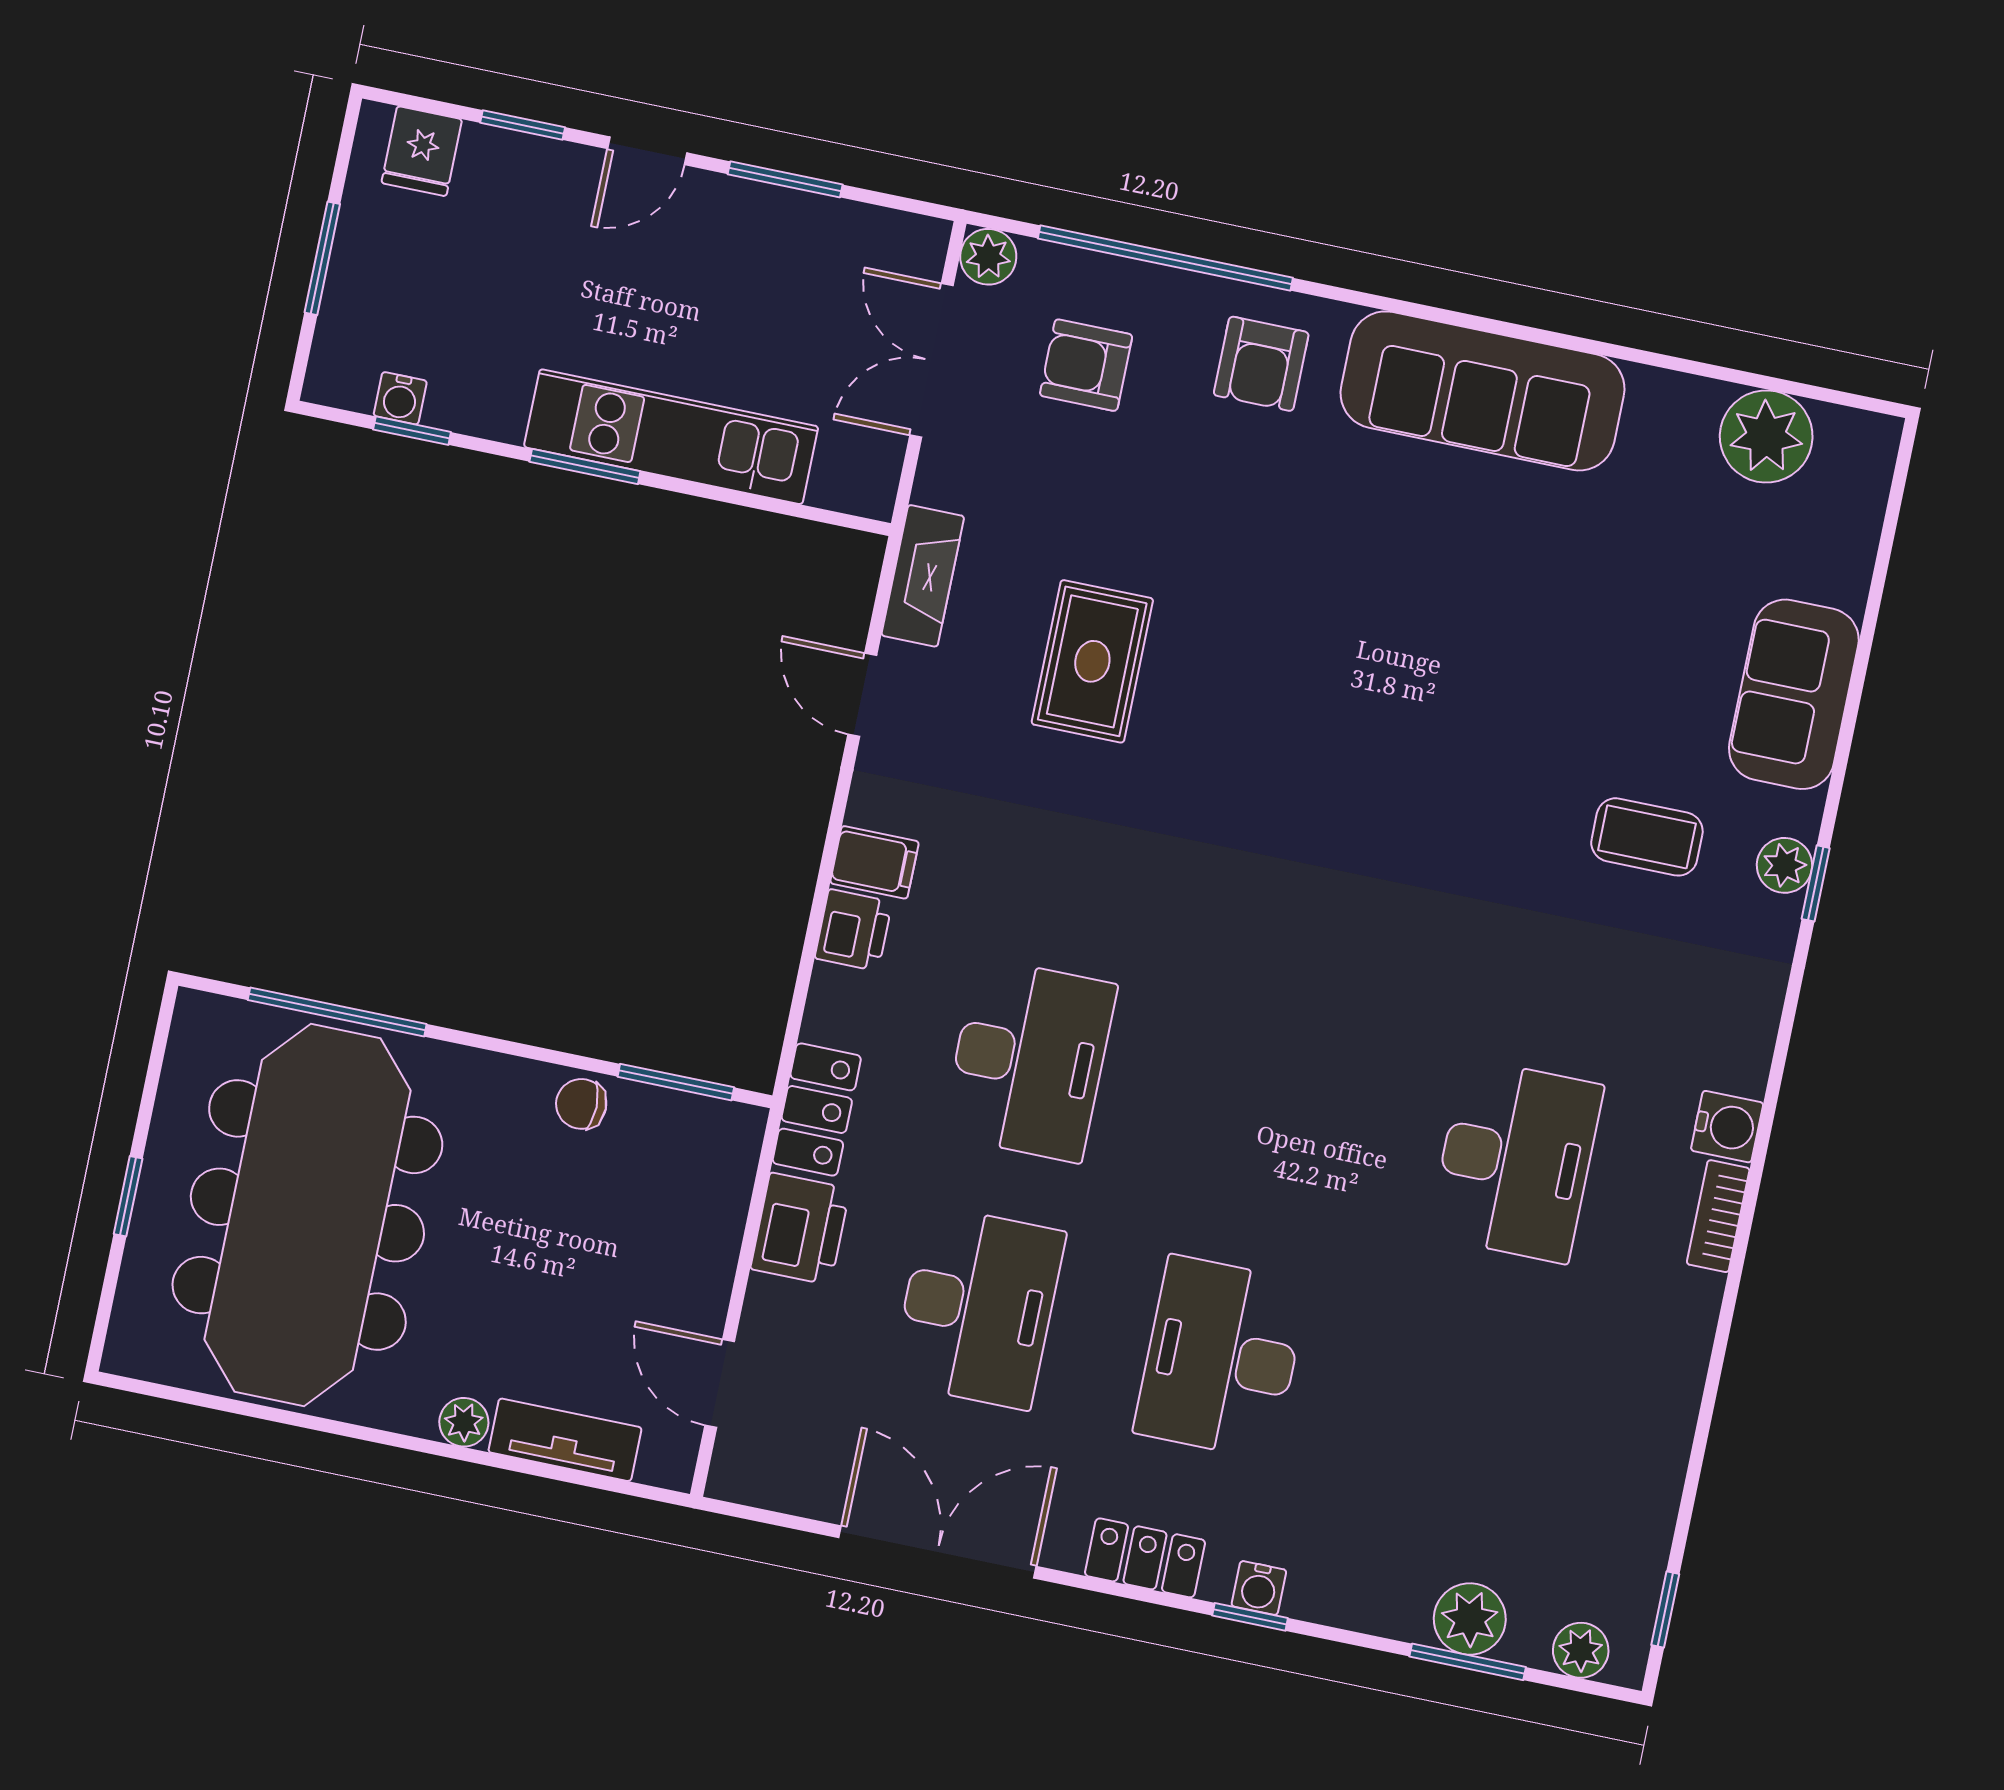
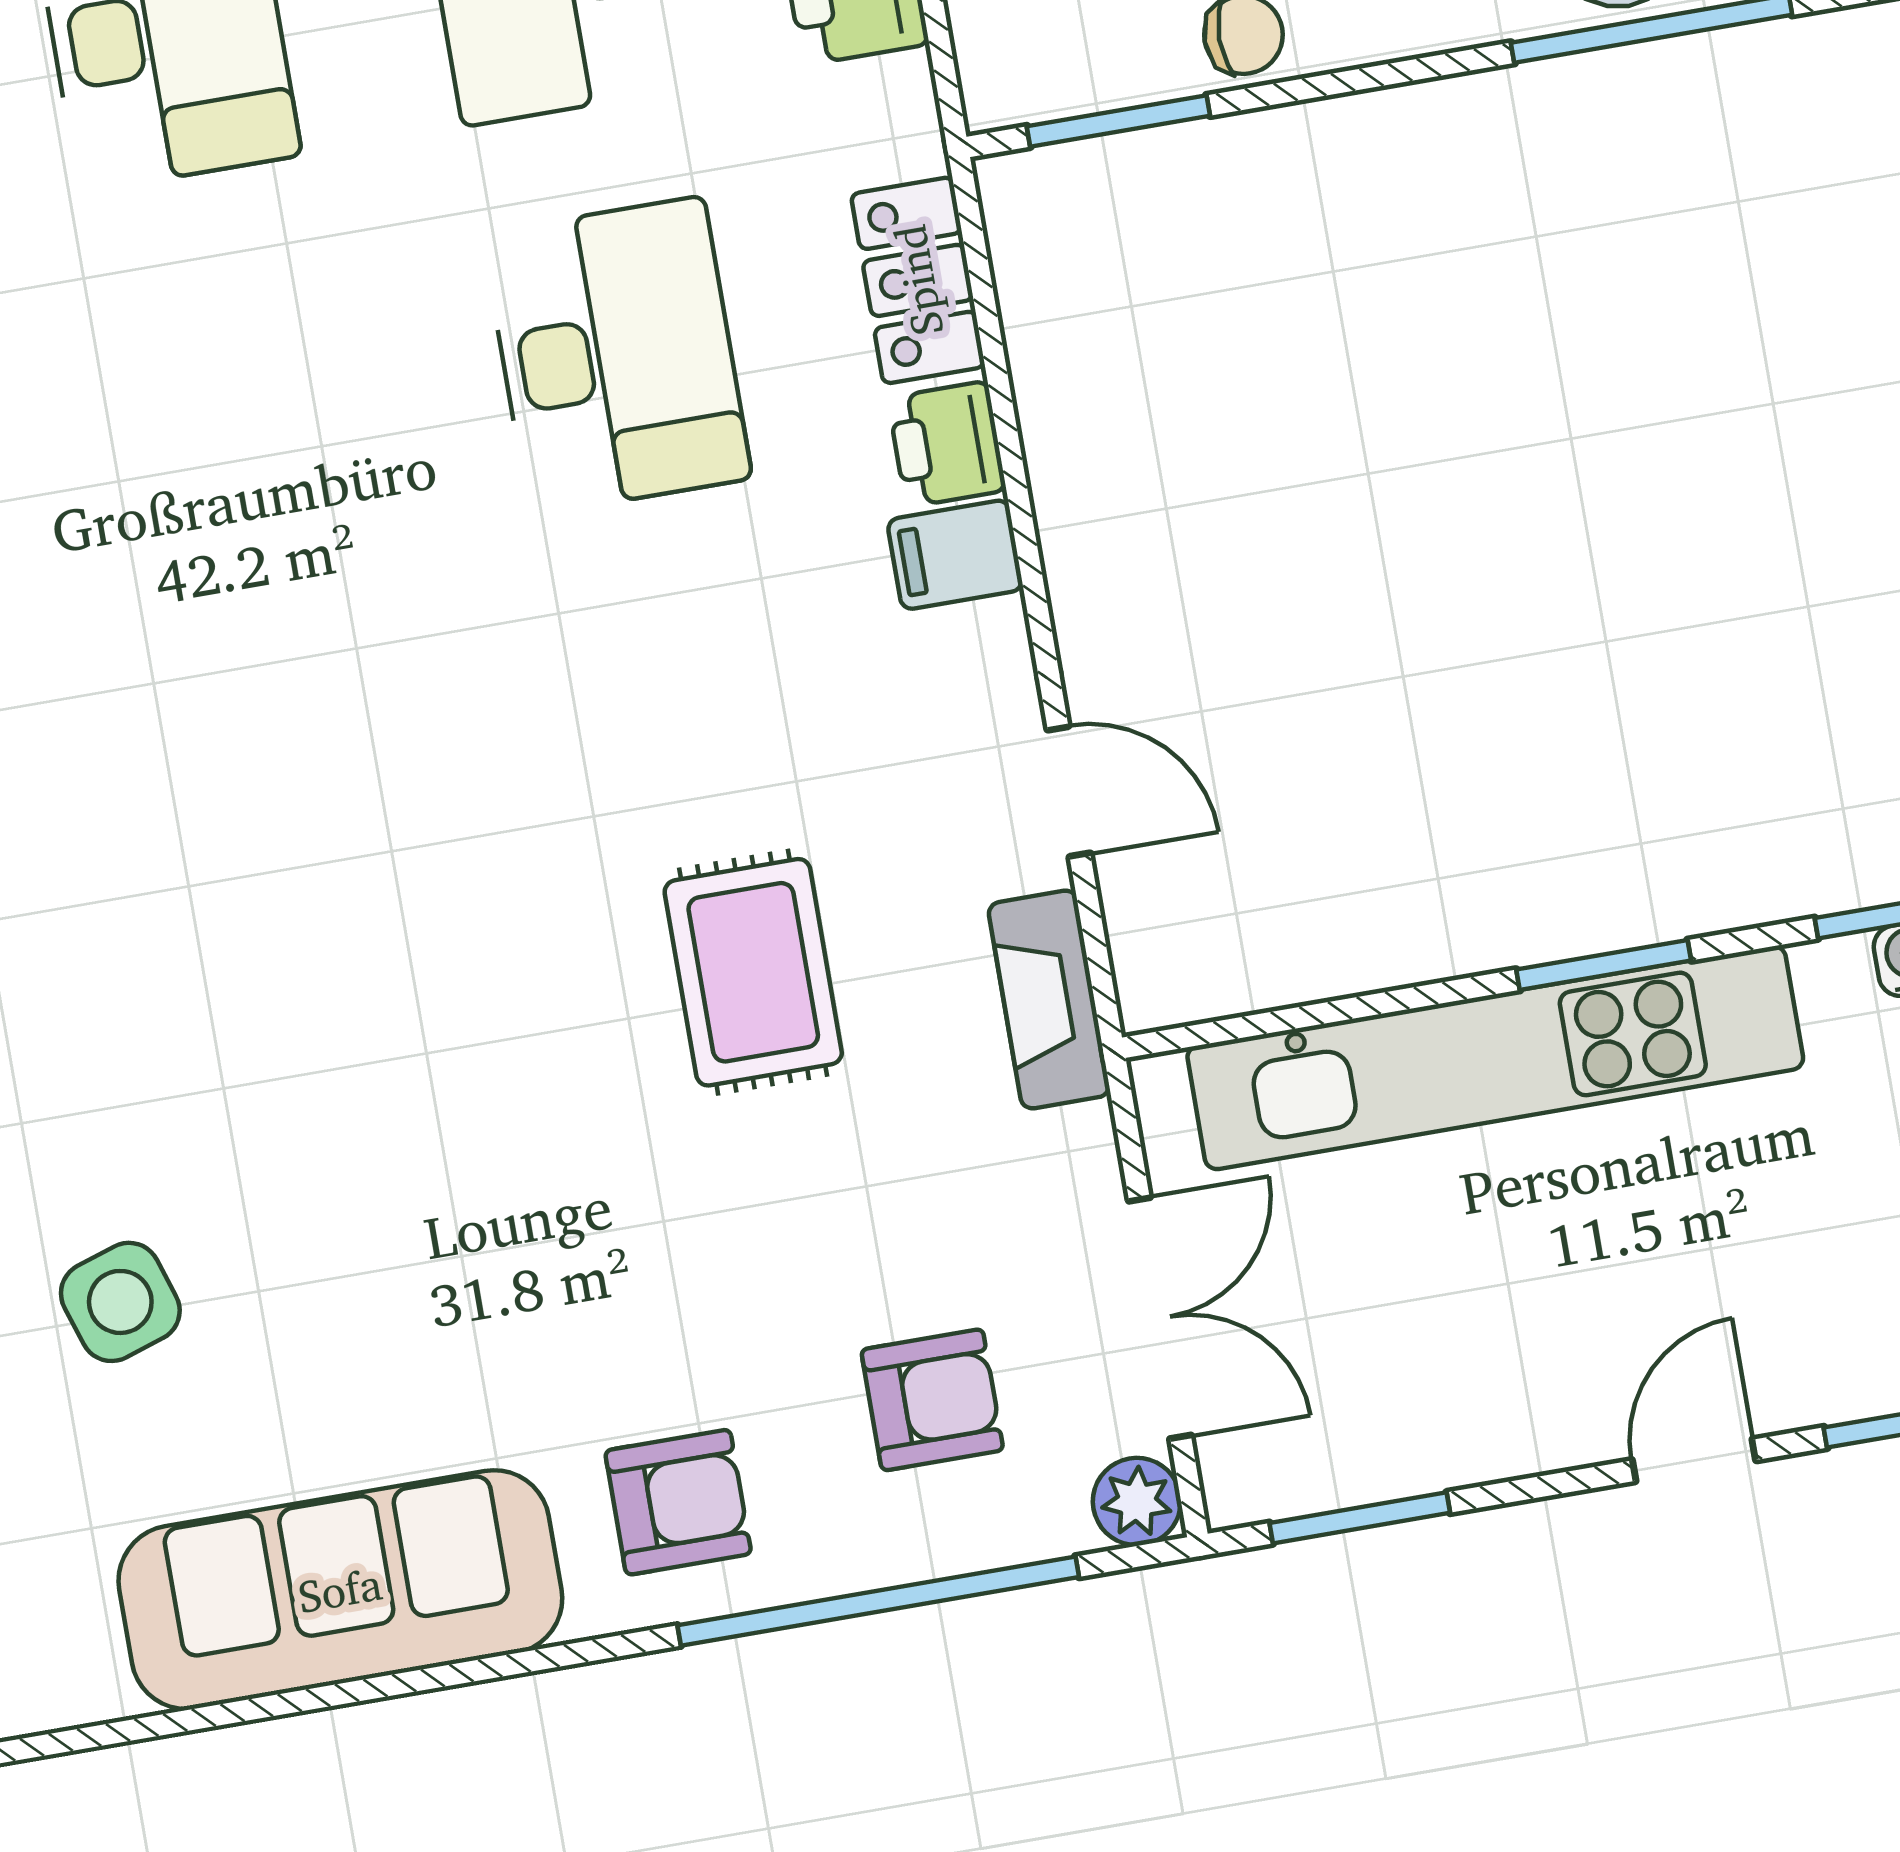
window: (785, 179) -> (1360, 1518), moved
armchair: (1261, 364) -> (678, 1502), turned 90
kitchen unit: (671, 437) -> (1495, 1058), width x1.36
side table: (1546, 614) -> (120, 1302), added
desk: (1029, 1060) -> (617, 356), turned 180
locker: (817, 1110) -> (918, 280), moved

